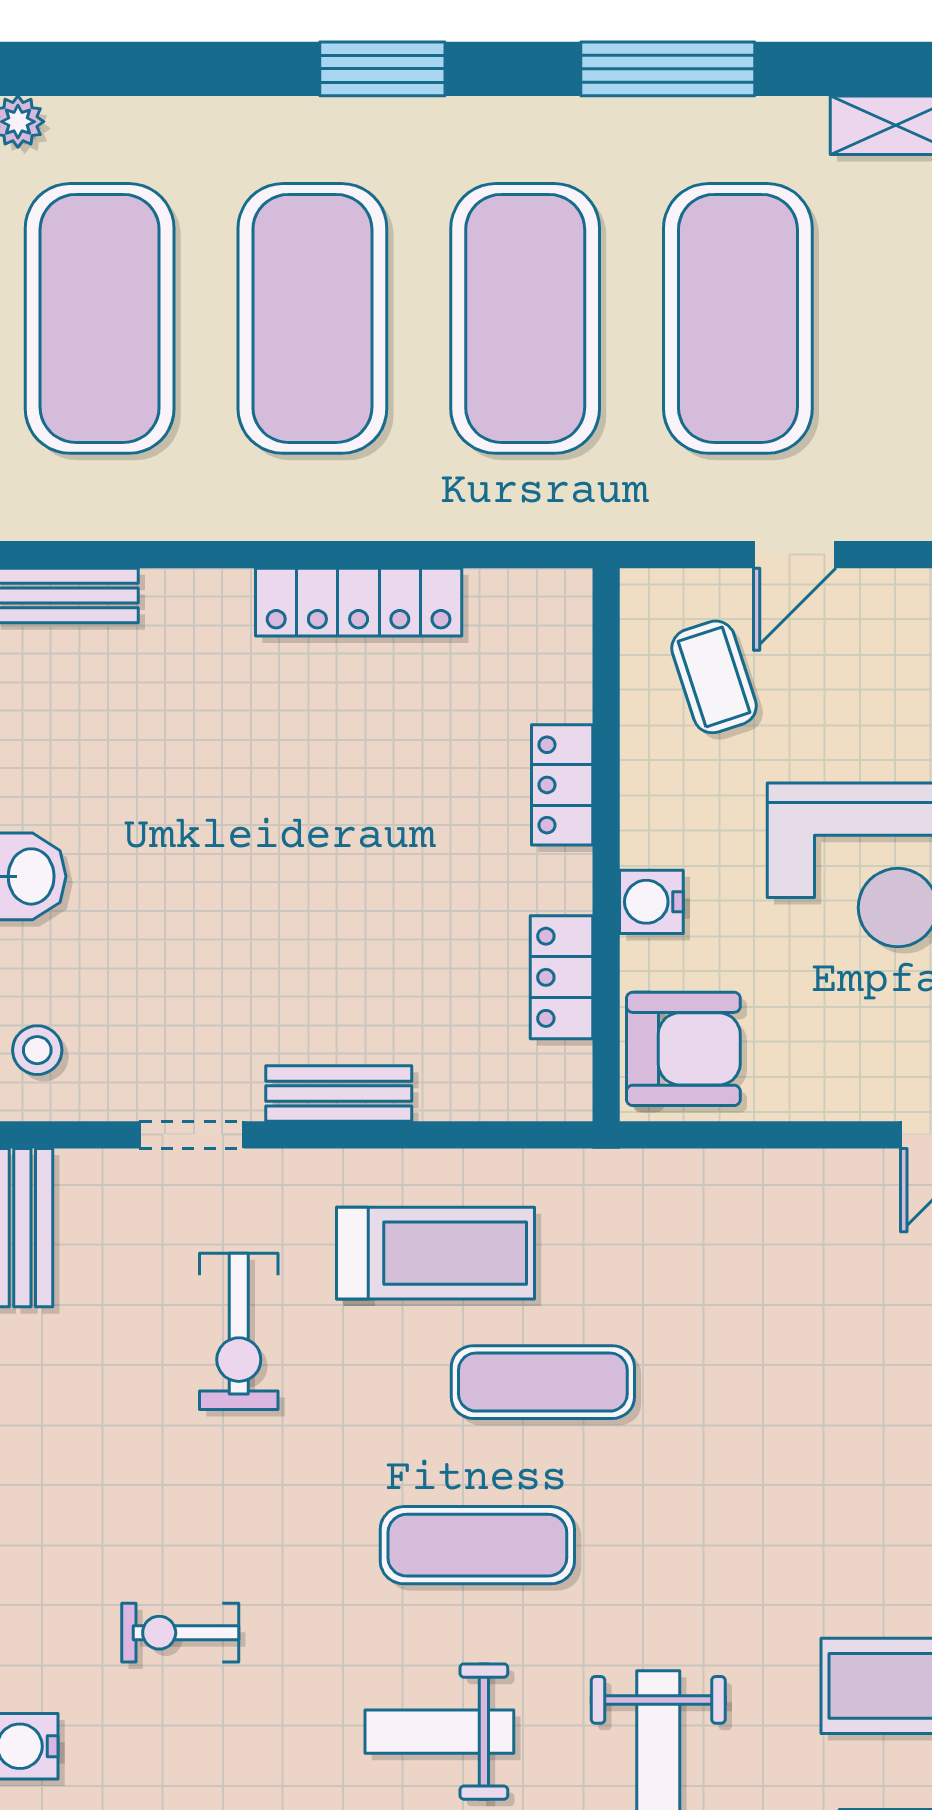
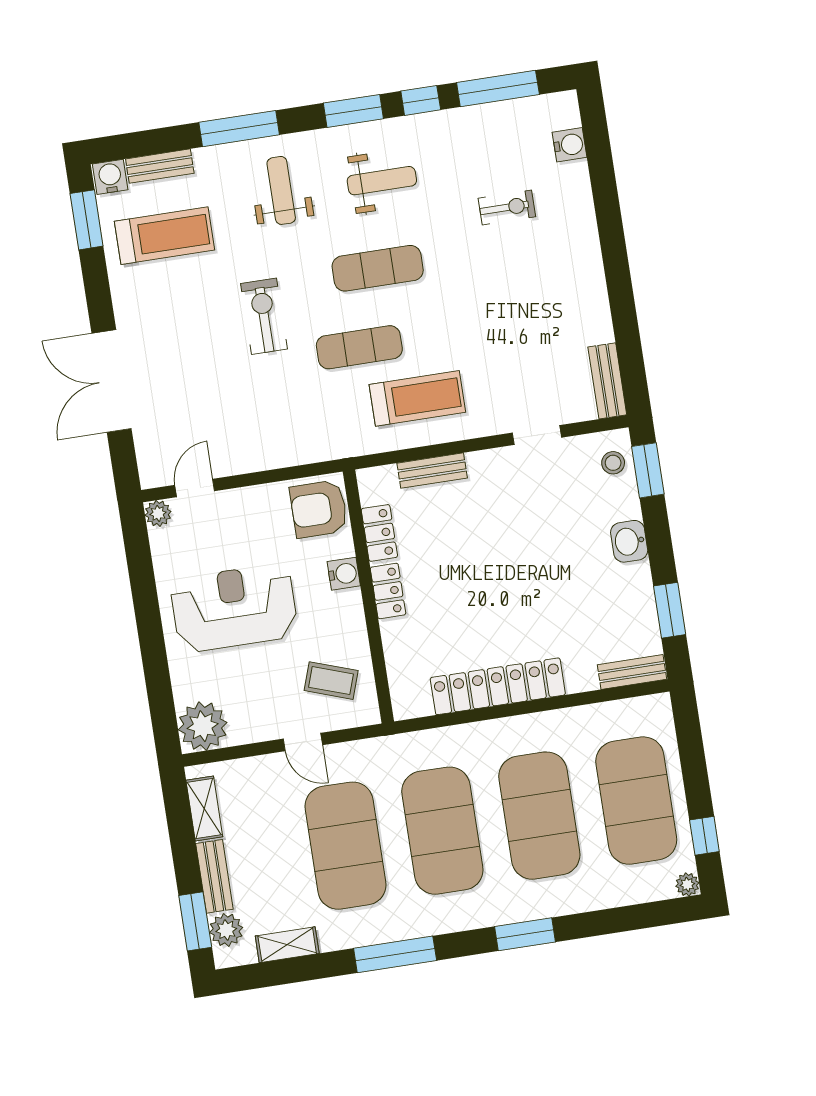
door: (795, 555) -> (303, 742), swing flipped
locker: (359, 602) -> (498, 686), width x1.41, depth x1.21
coffee table: (714, 677) -> (331, 681), turned -53
locker: (562, 785) -> (388, 591), moved
bench: (339, 1094) -> (432, 471), moved
treadmill: (435, 1253) -> (417, 398), turned 180
exercise bike: (239, 1331) -> (264, 316), moved

